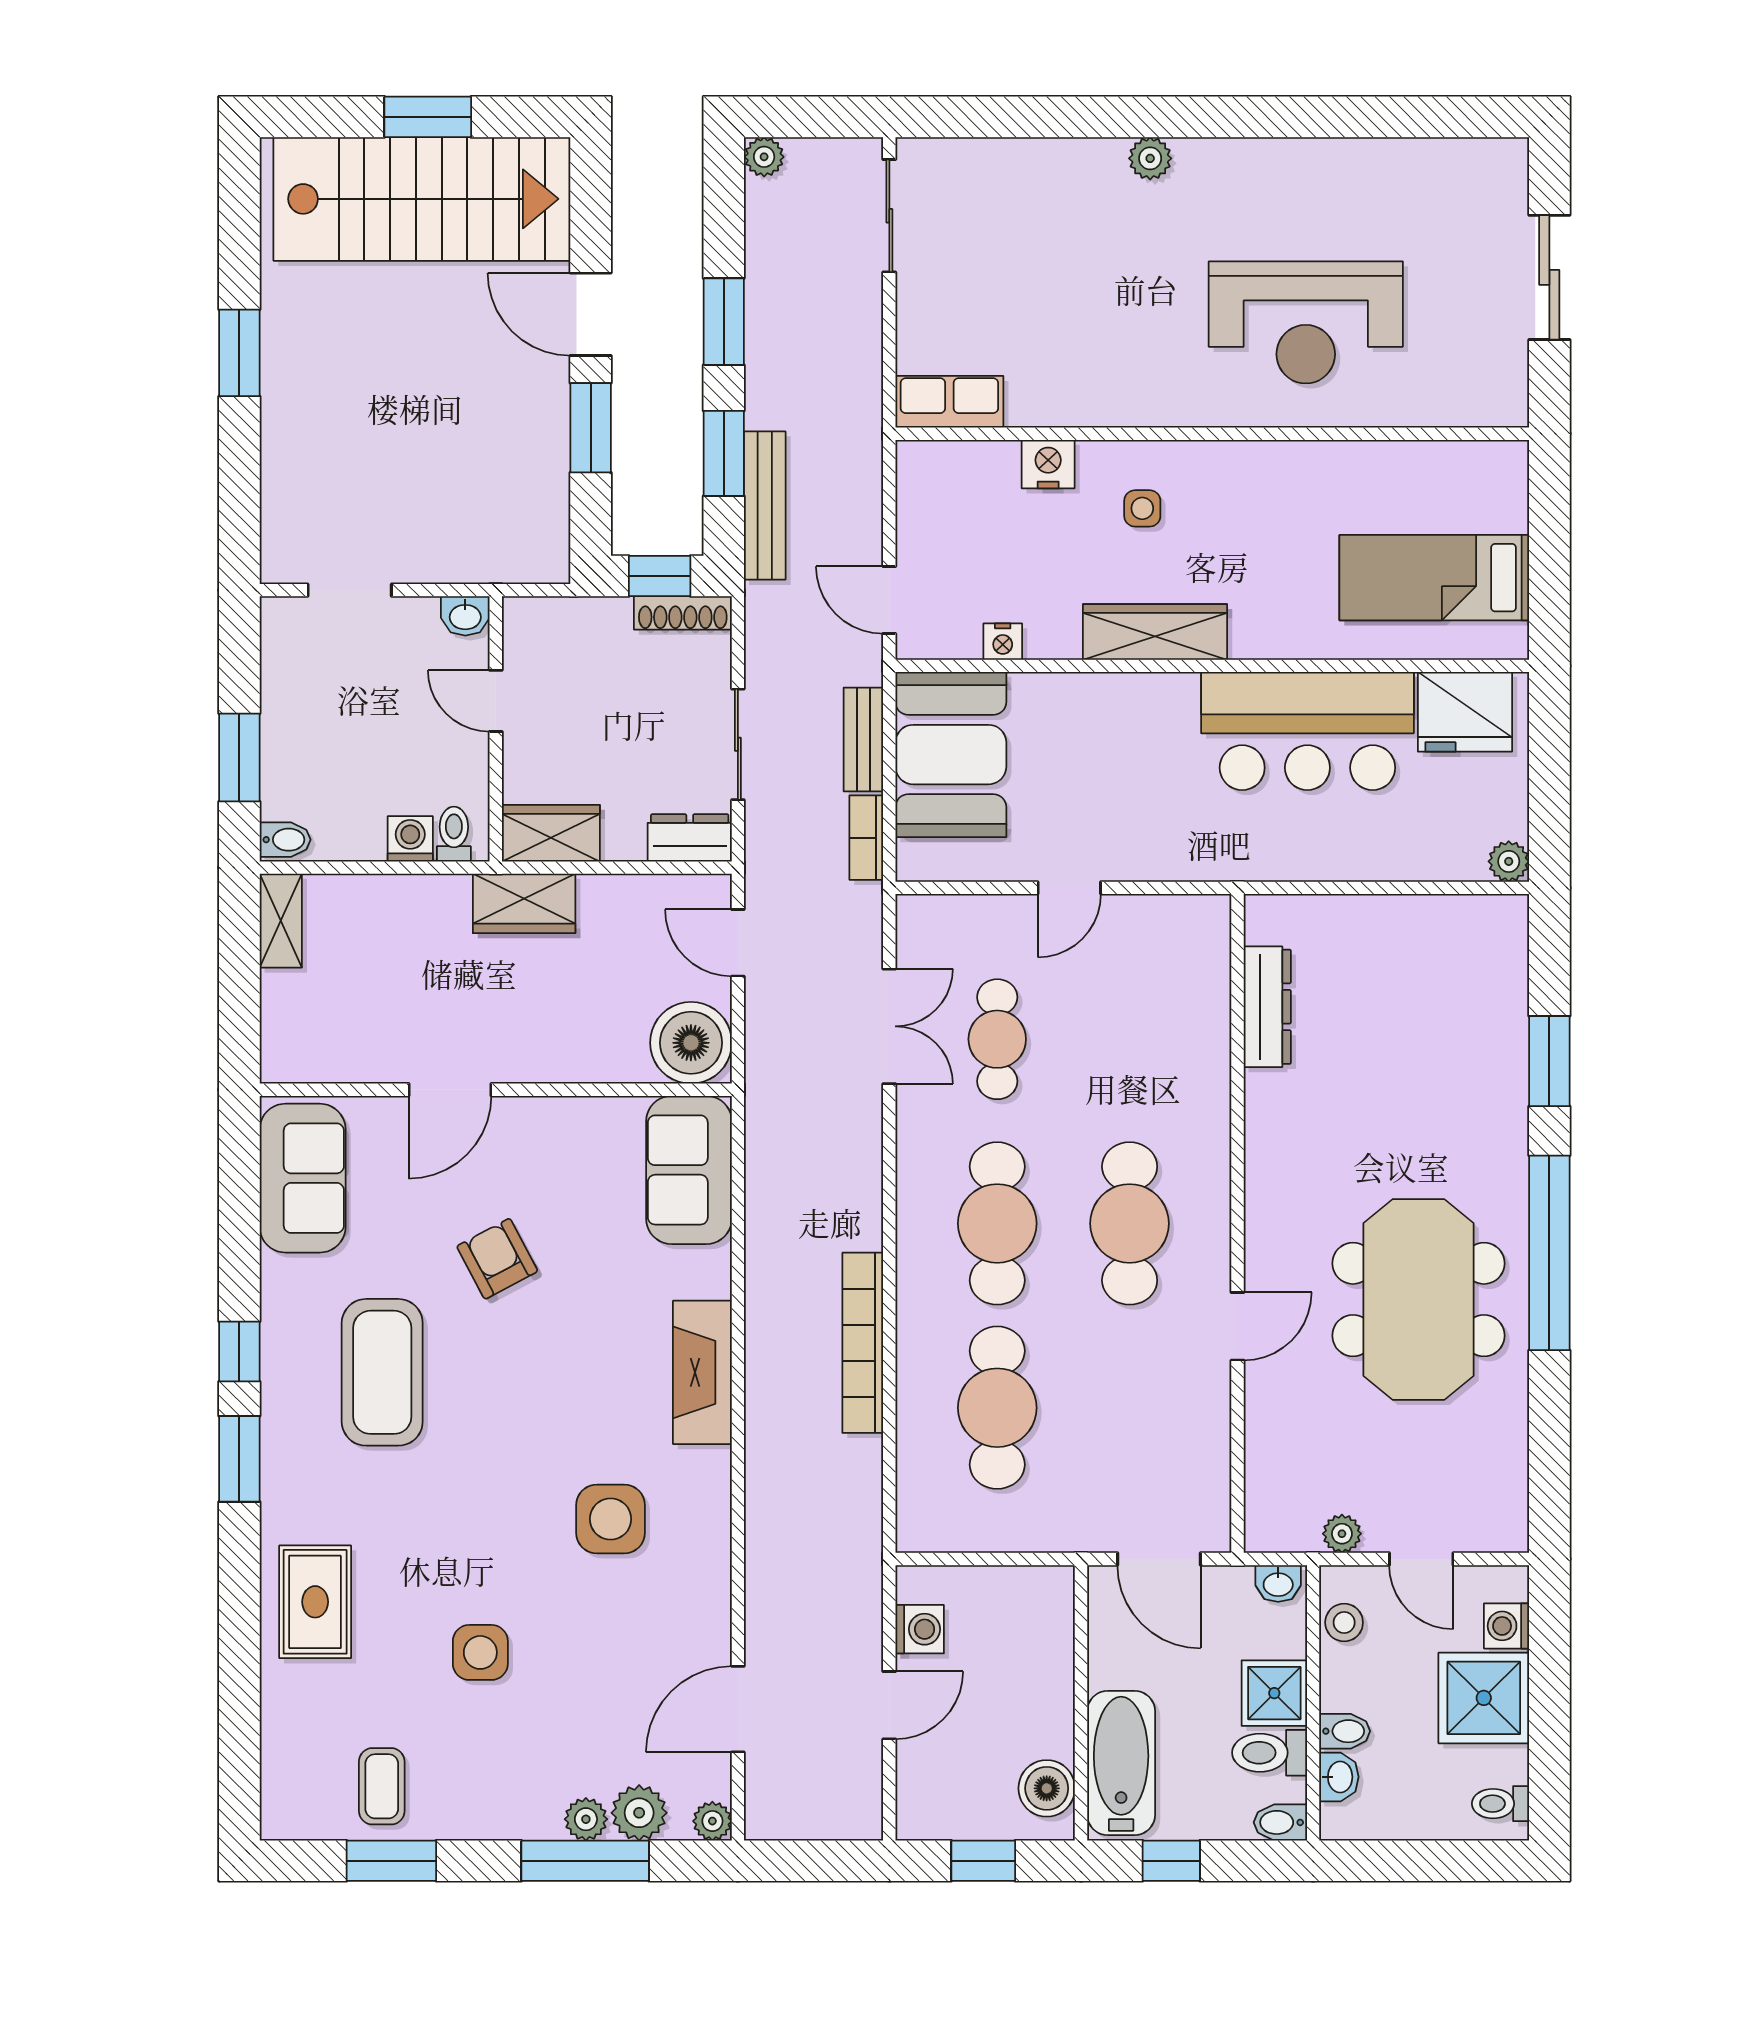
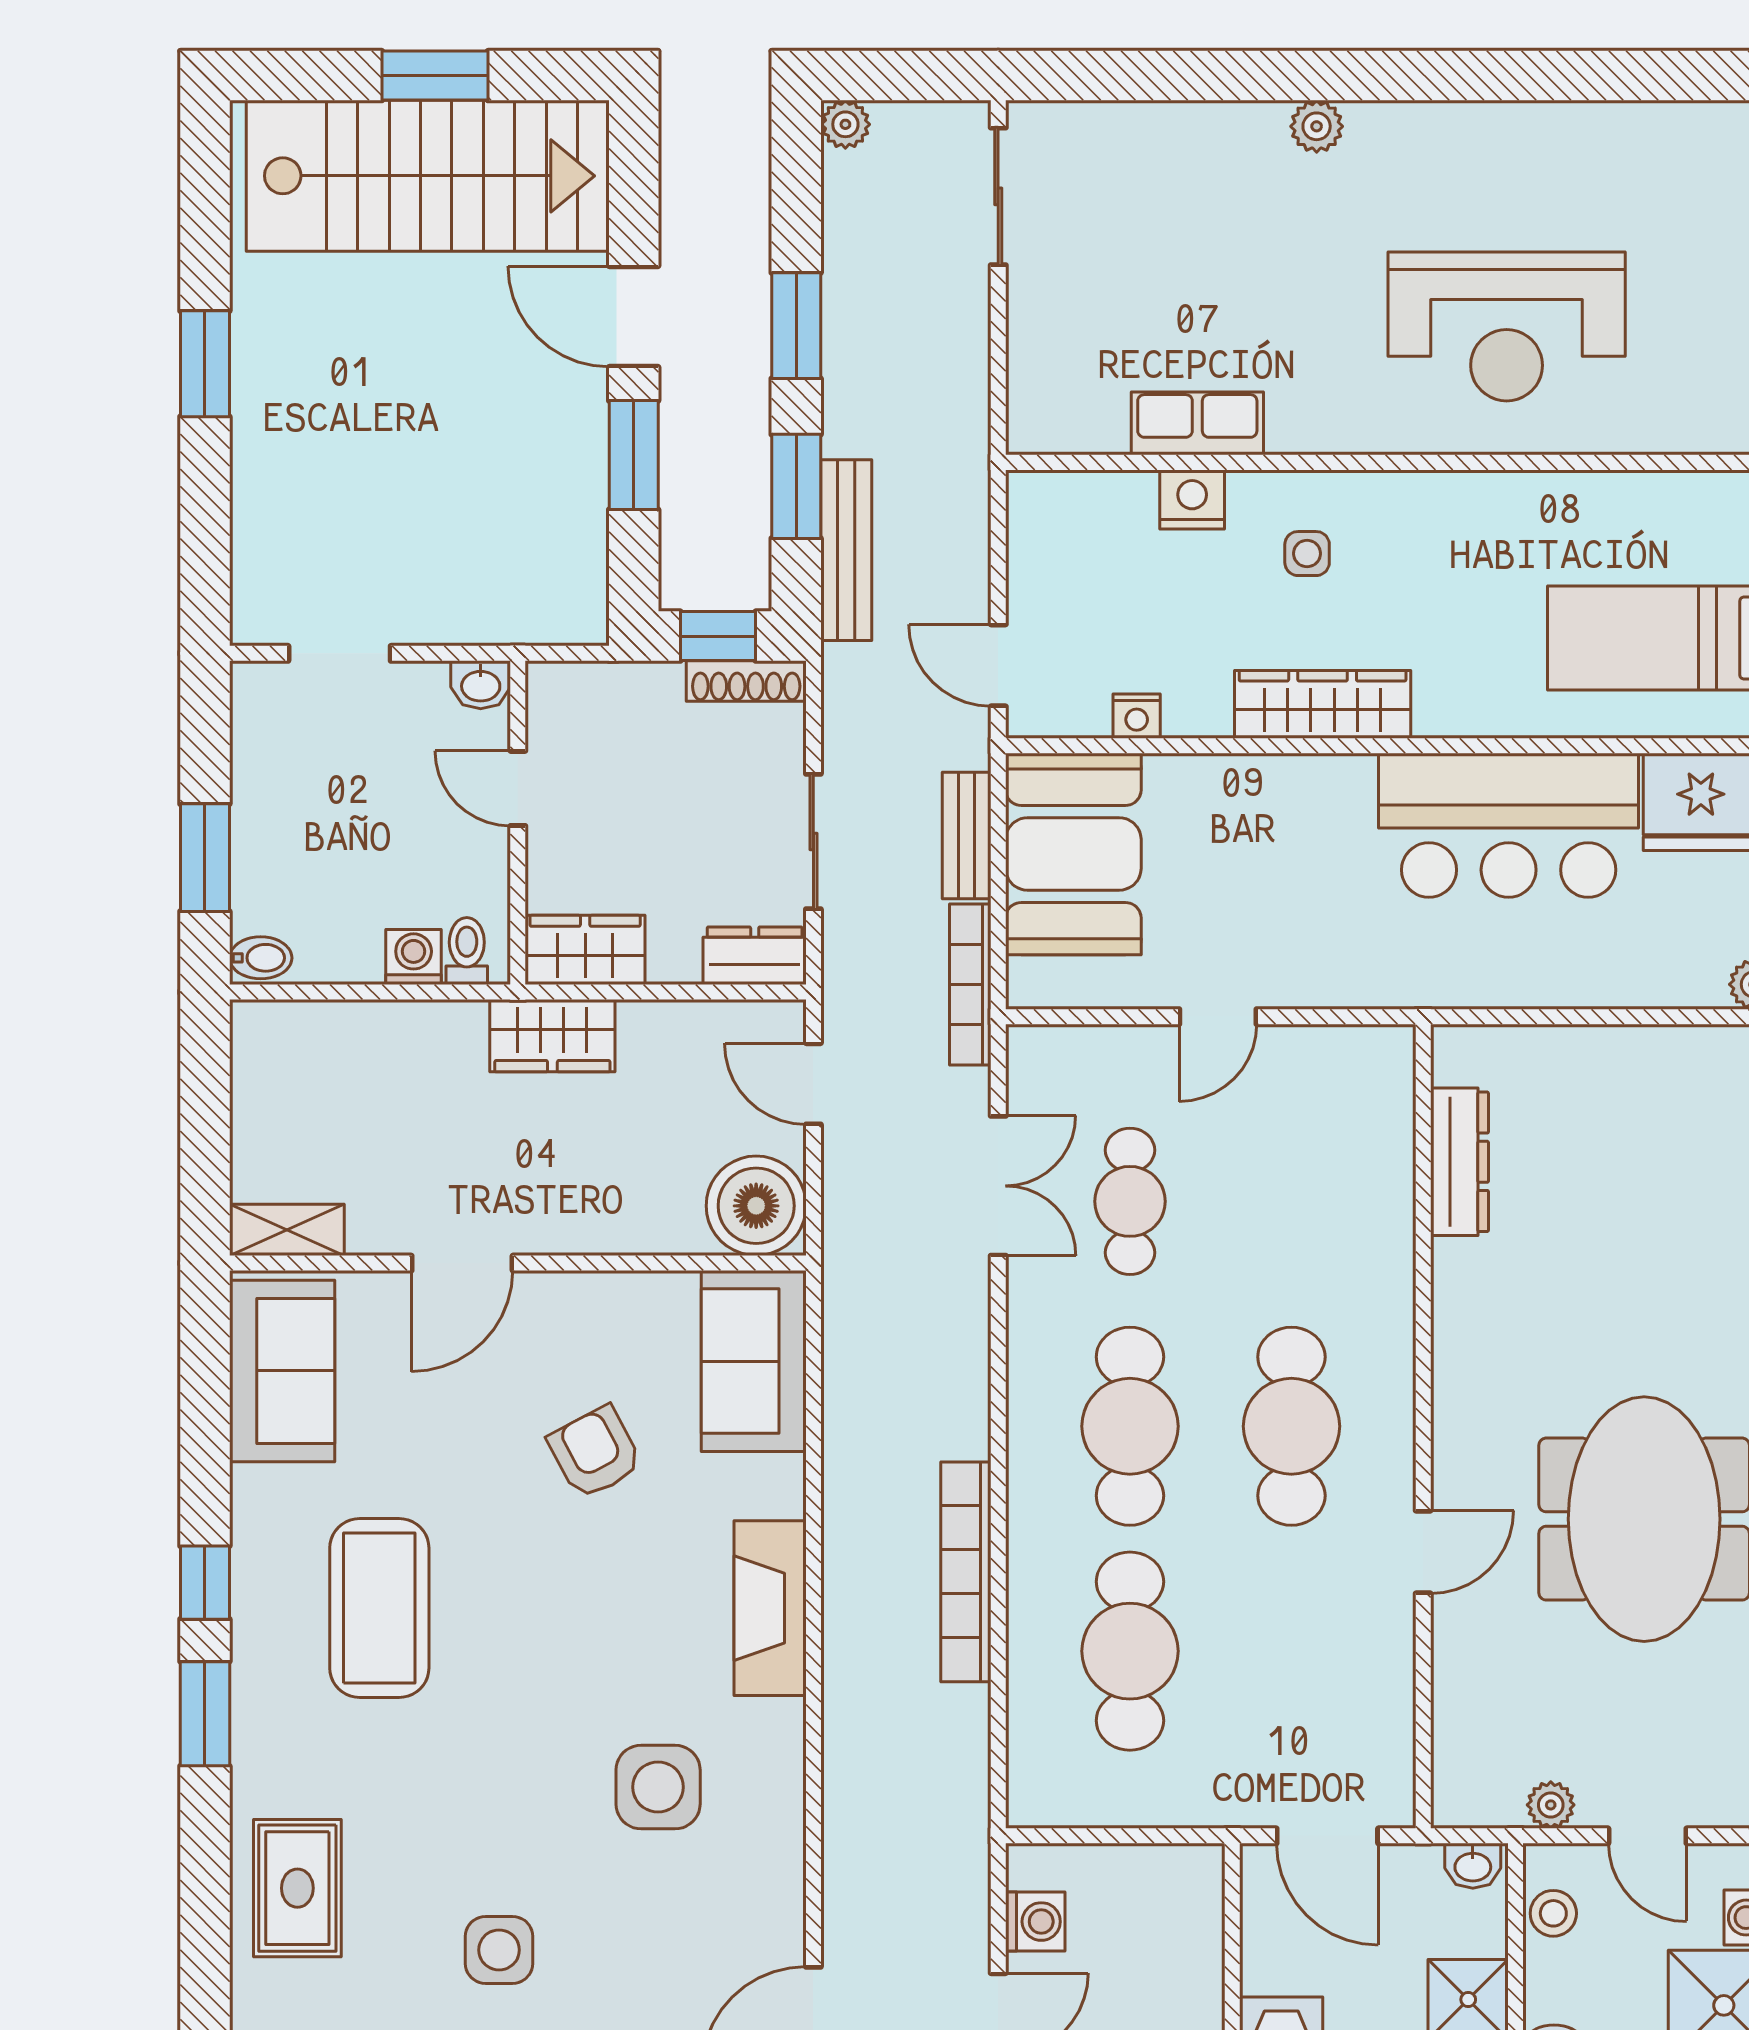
row of seats: (949, 402) -> (1197, 423), moved
bookcase: (866, 838) -> (970, 984), width x1.56
shelving: (281, 921) -> (287, 1230), moved, turned 90
armchair: (497, 1259) -> (595, 1452), moved

